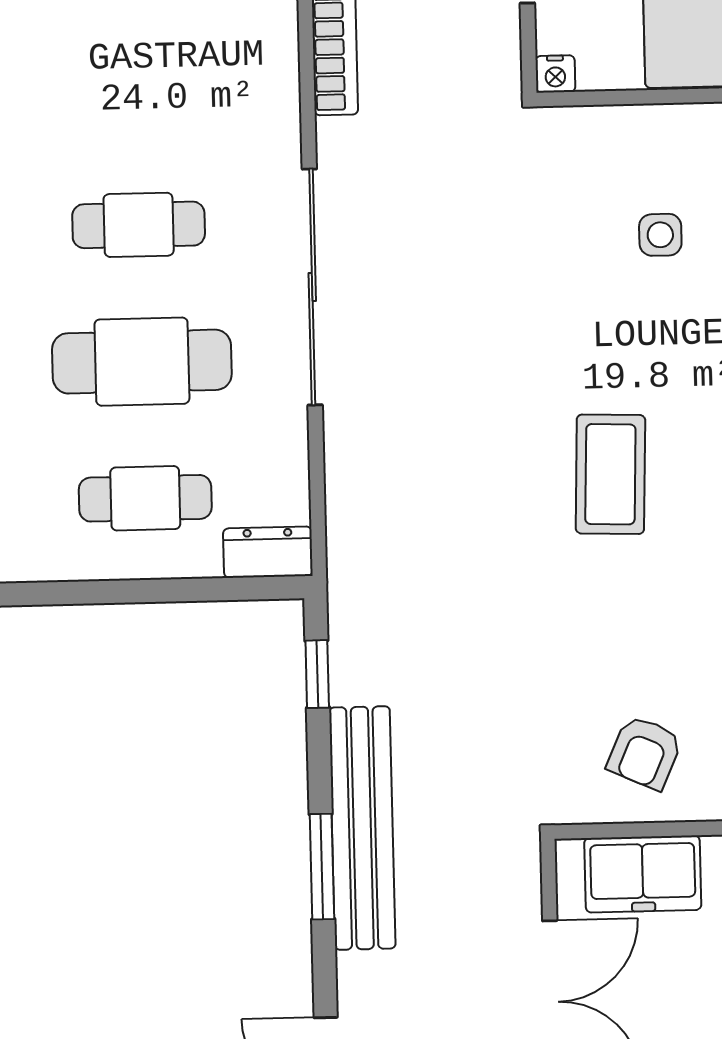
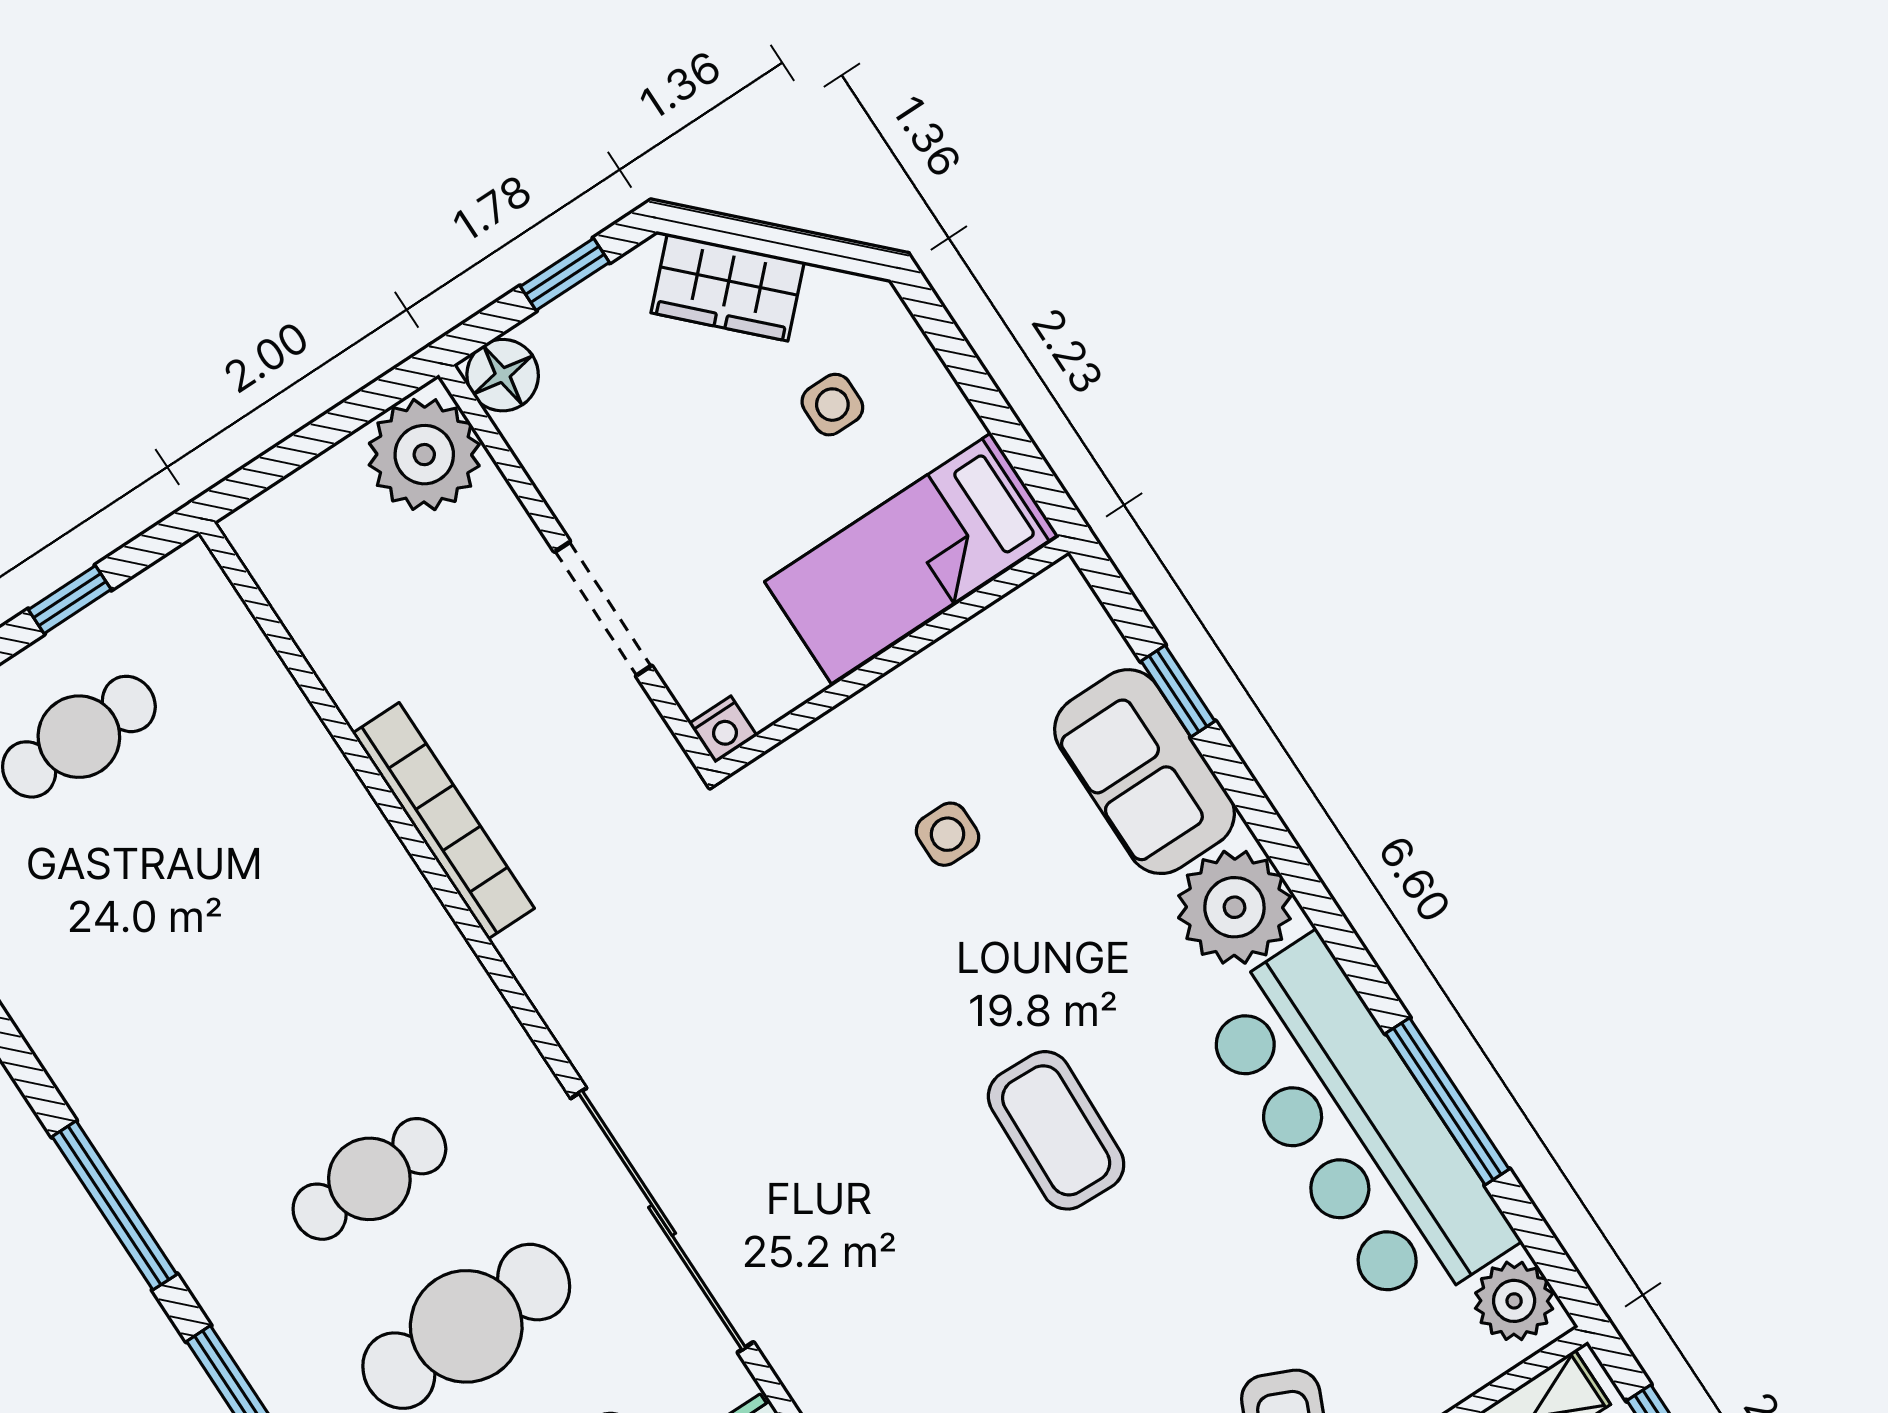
sliding door: (312, 287) -> (662, 1220), moved

